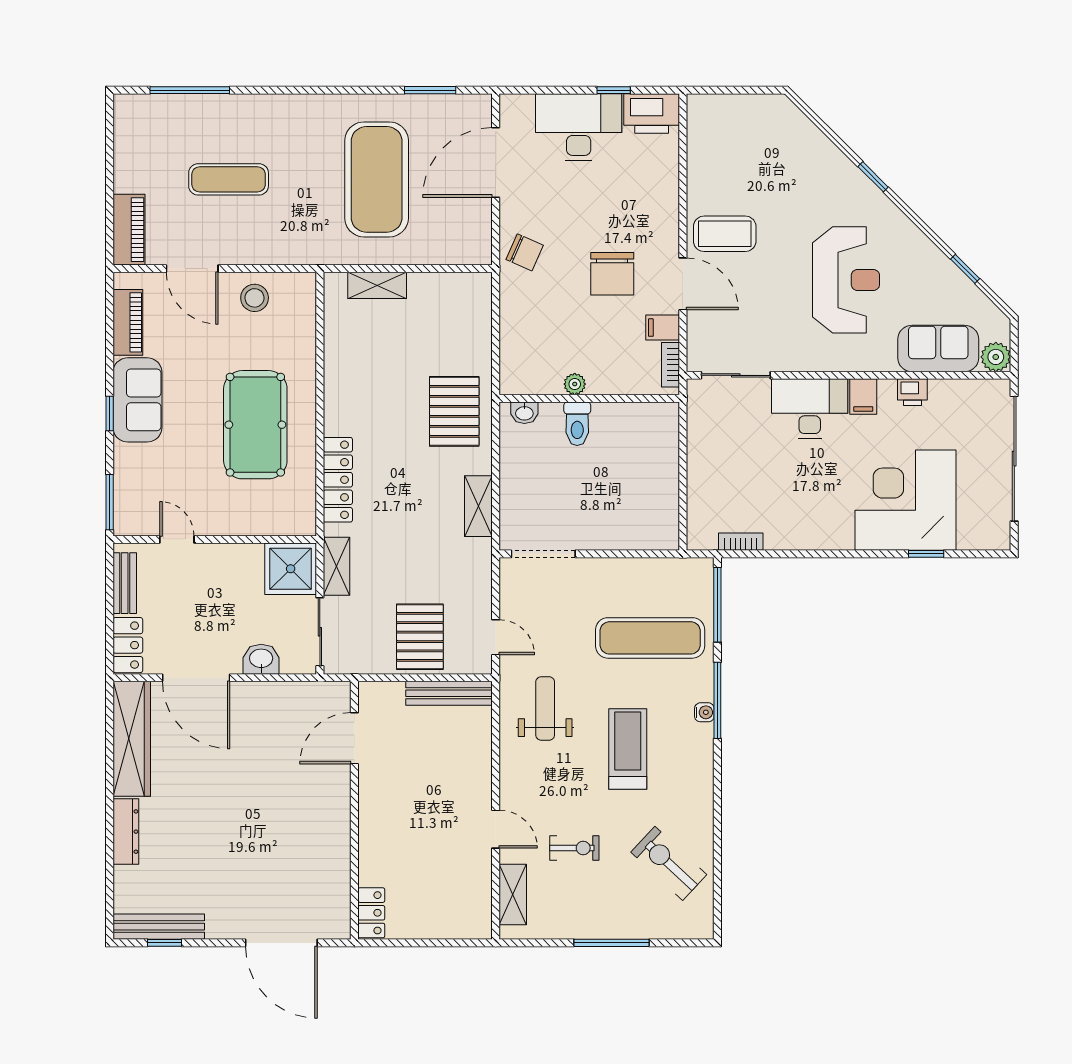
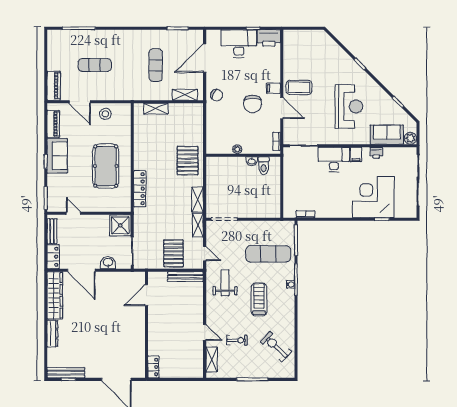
exercise mat: (377, 179) -> (156, 65), width x0.50, depth x0.69
shelving: (448, 252) -> (185, 95), added
filing cabinet: (663, 328) -> (273, 88), moved
washbasin: (524, 413) -> (252, 161), moved
toilet: (577, 424) -> (264, 166), moved
shelving: (336, 566) -> (198, 225), moved

